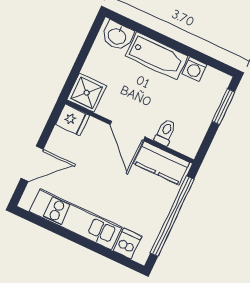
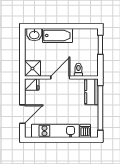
washing machine: (194, 69) -> (78, 33), removed
door: (127, 131) -> (60, 77), swing flipped
kitchen counter: (162, 163) -> (91, 92), moved, turned 90

